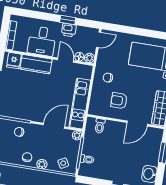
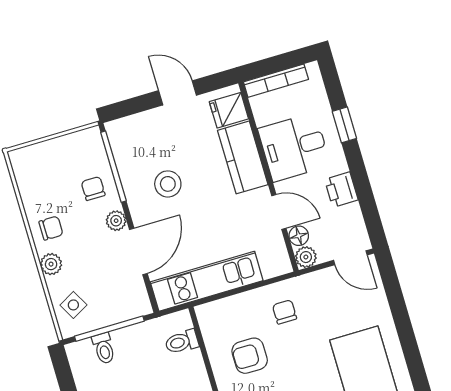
window: (68, 20) -> (344, 125), moved
door: (66, 60) -> (279, 212), hinge flipped
stool: (32, 100) -> (168, 184), added
armchair: (119, 101) -> (250, 356), turned -90
door: (54, 126) -> (138, 251), hinge flipped
plant: (77, 135) -> (116, 221), moved

